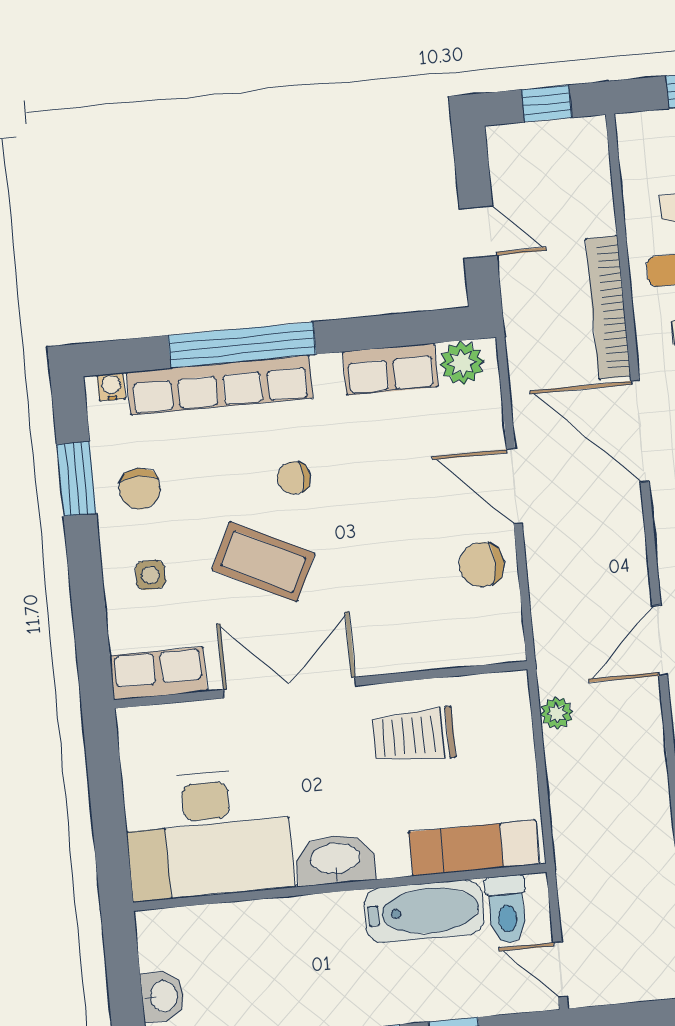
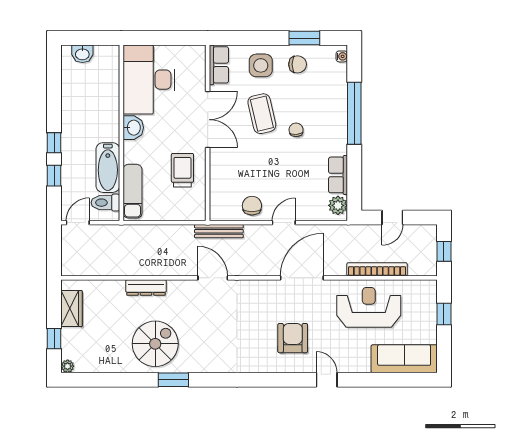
bookcase: (608, 307) -> (377, 269), moved
row of seats: (220, 385) -> (338, 102), removed
door: (514, 486) -> (284, 223), width x0.73
chair: (140, 489) -> (298, 64), turned 180
coffee table: (263, 562) -> (262, 114), turned -39
side table: (150, 575) -> (261, 65), width x1.87, depth x1.87
bench: (549, 636) -> (219, 231), added
plant: (557, 713) -> (186, 231), removed
washbasin: (335, 860) -> (133, 128), width x0.72

